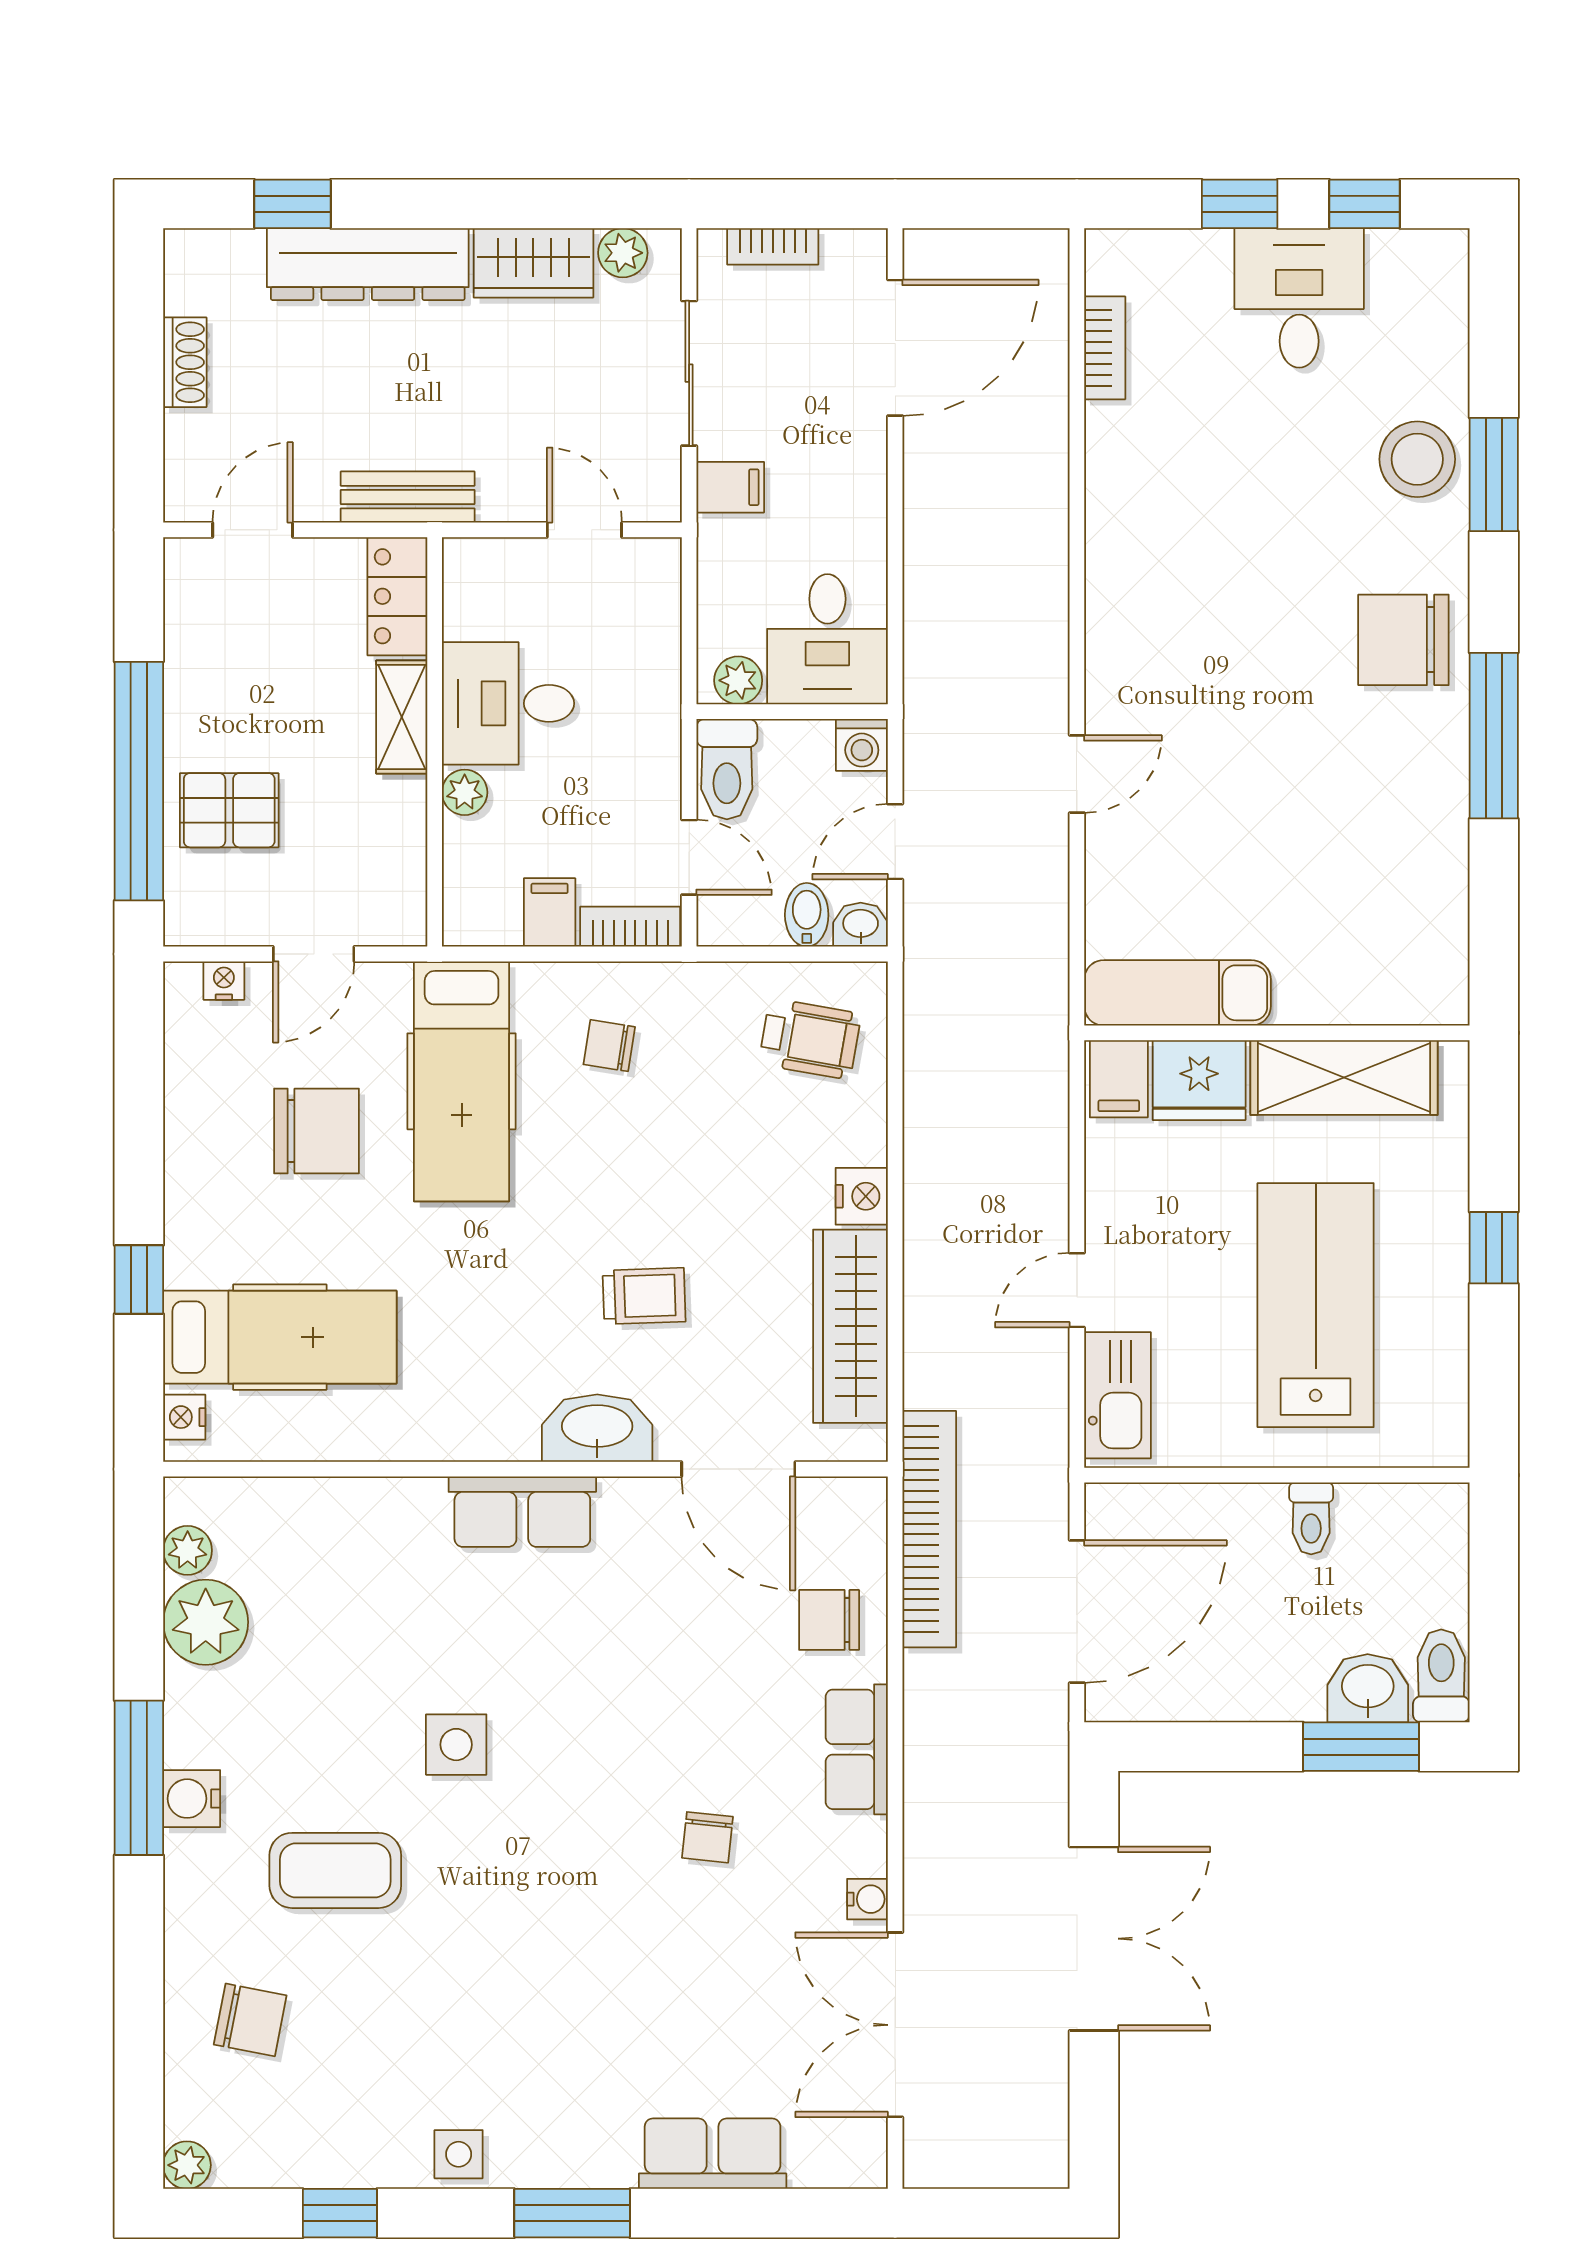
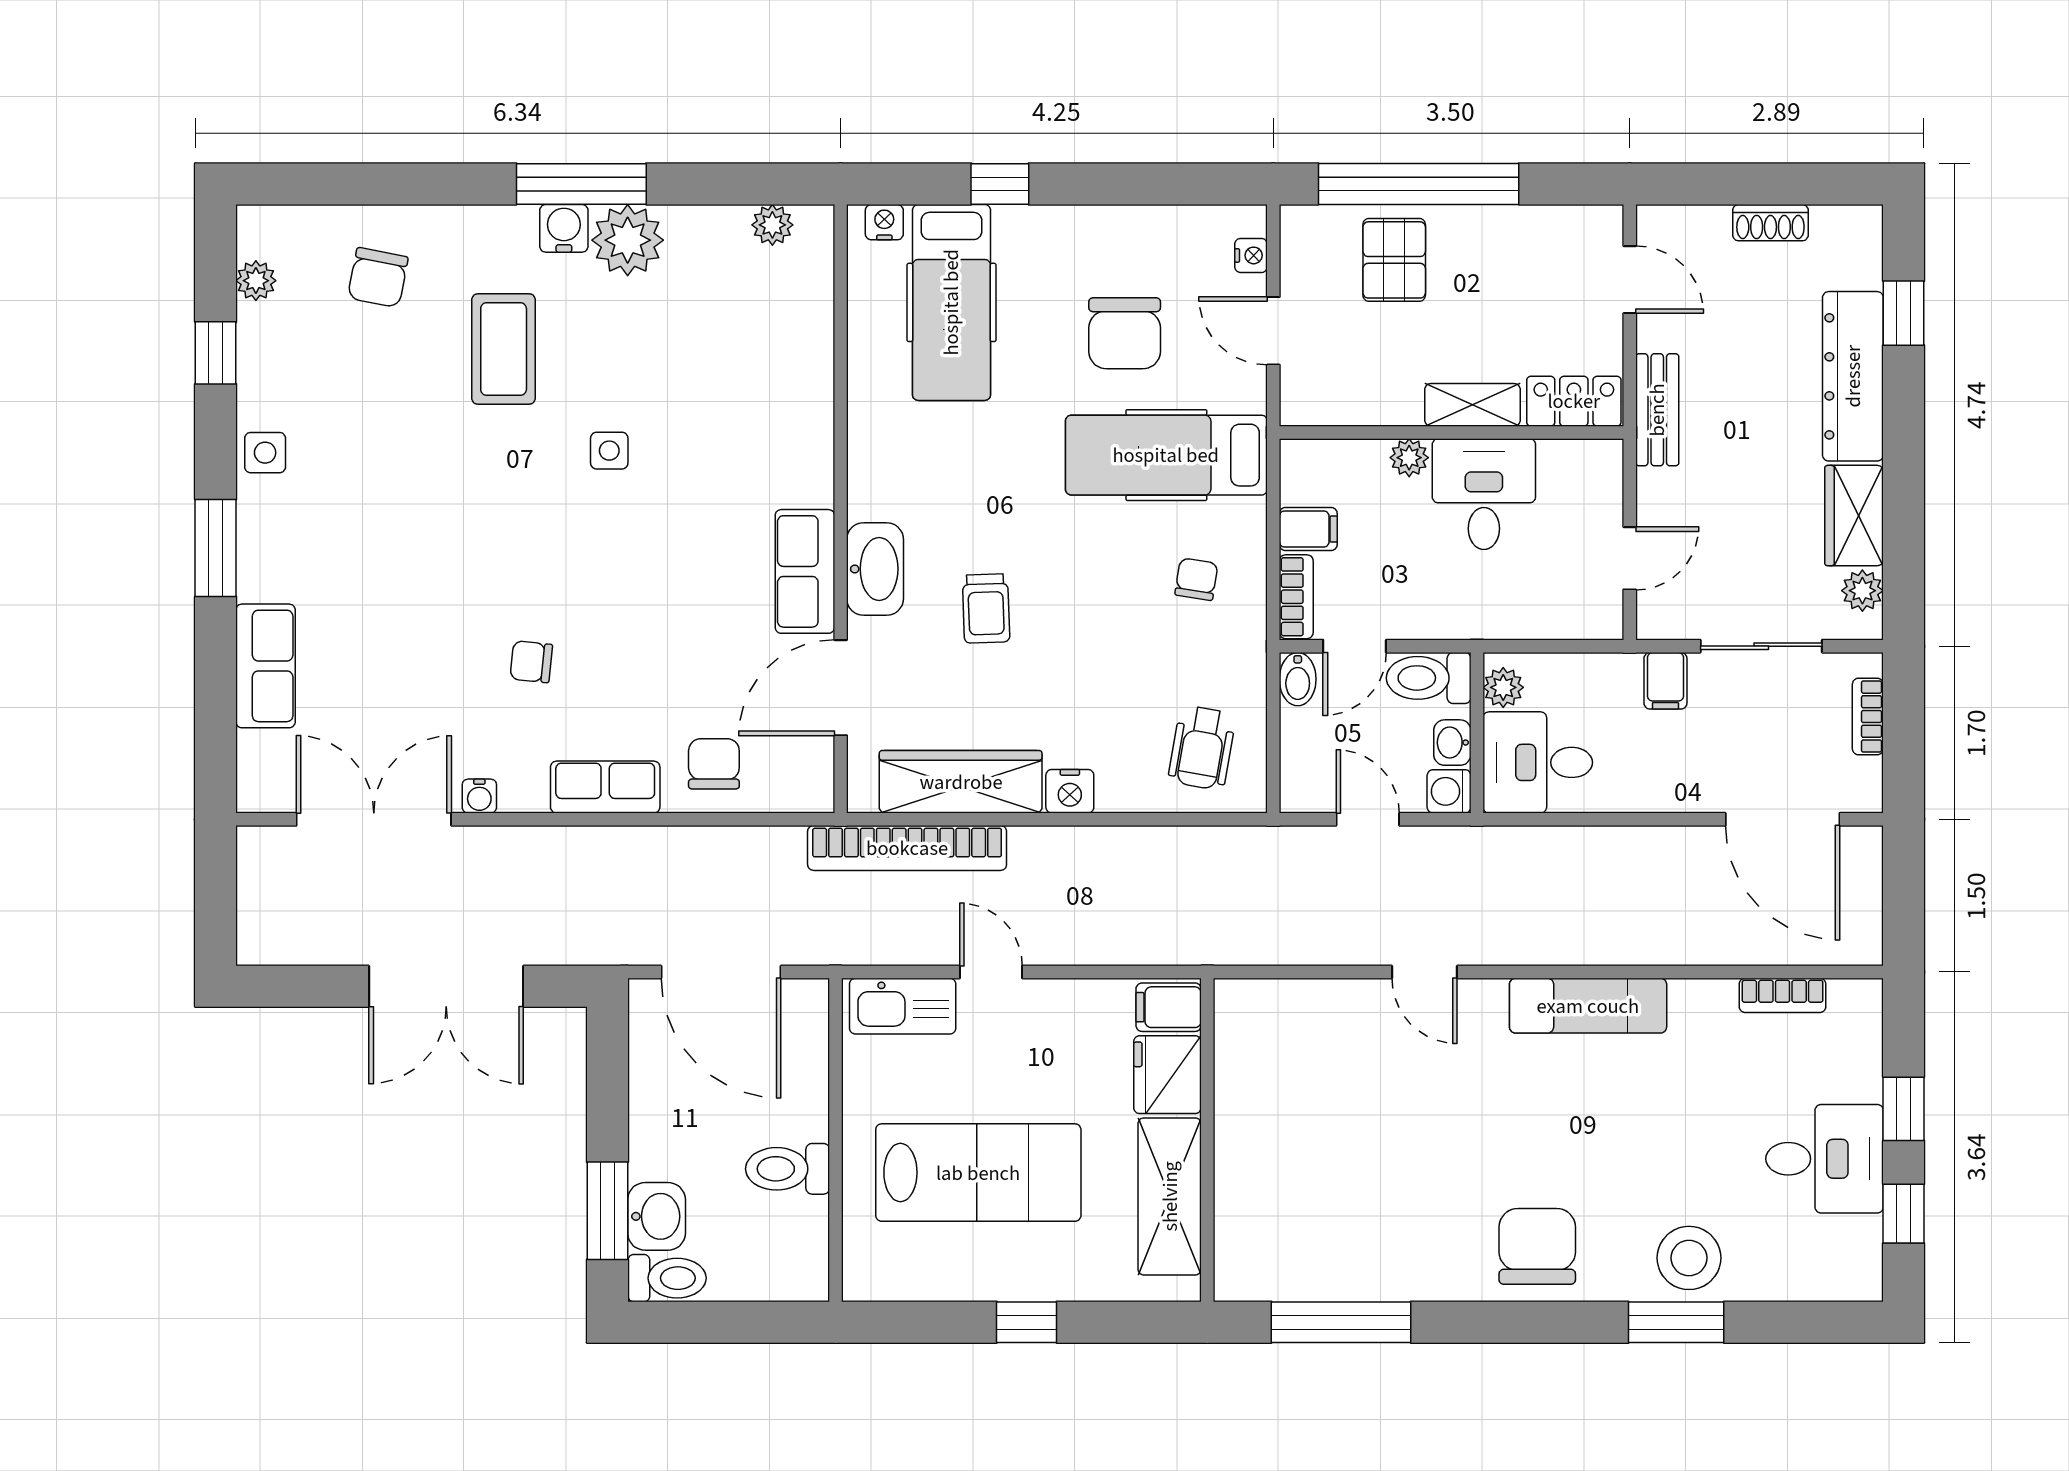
window: (1494, 736) -> (1341, 1322), moved
bidet: (807, 915) -> (1298, 679), moved, turned 90
washbasin: (861, 925) -> (1452, 743), moved, turned 180
exam couch: (1178, 993) -> (1588, 1006), moved, turned 90
row of seats: (522, 1512) -> (805, 571), moved
toilet: (1311, 1518) -> (788, 1169), width x1.37, depth x1.39
bookcase: (929, 1529) -> (907, 848), moved
plant: (206, 1622) -> (628, 240), moved
side table: (456, 1745) -> (609, 451), width x0.73, depth x0.73
plant: (187, 2165) -> (256, 281), moved

